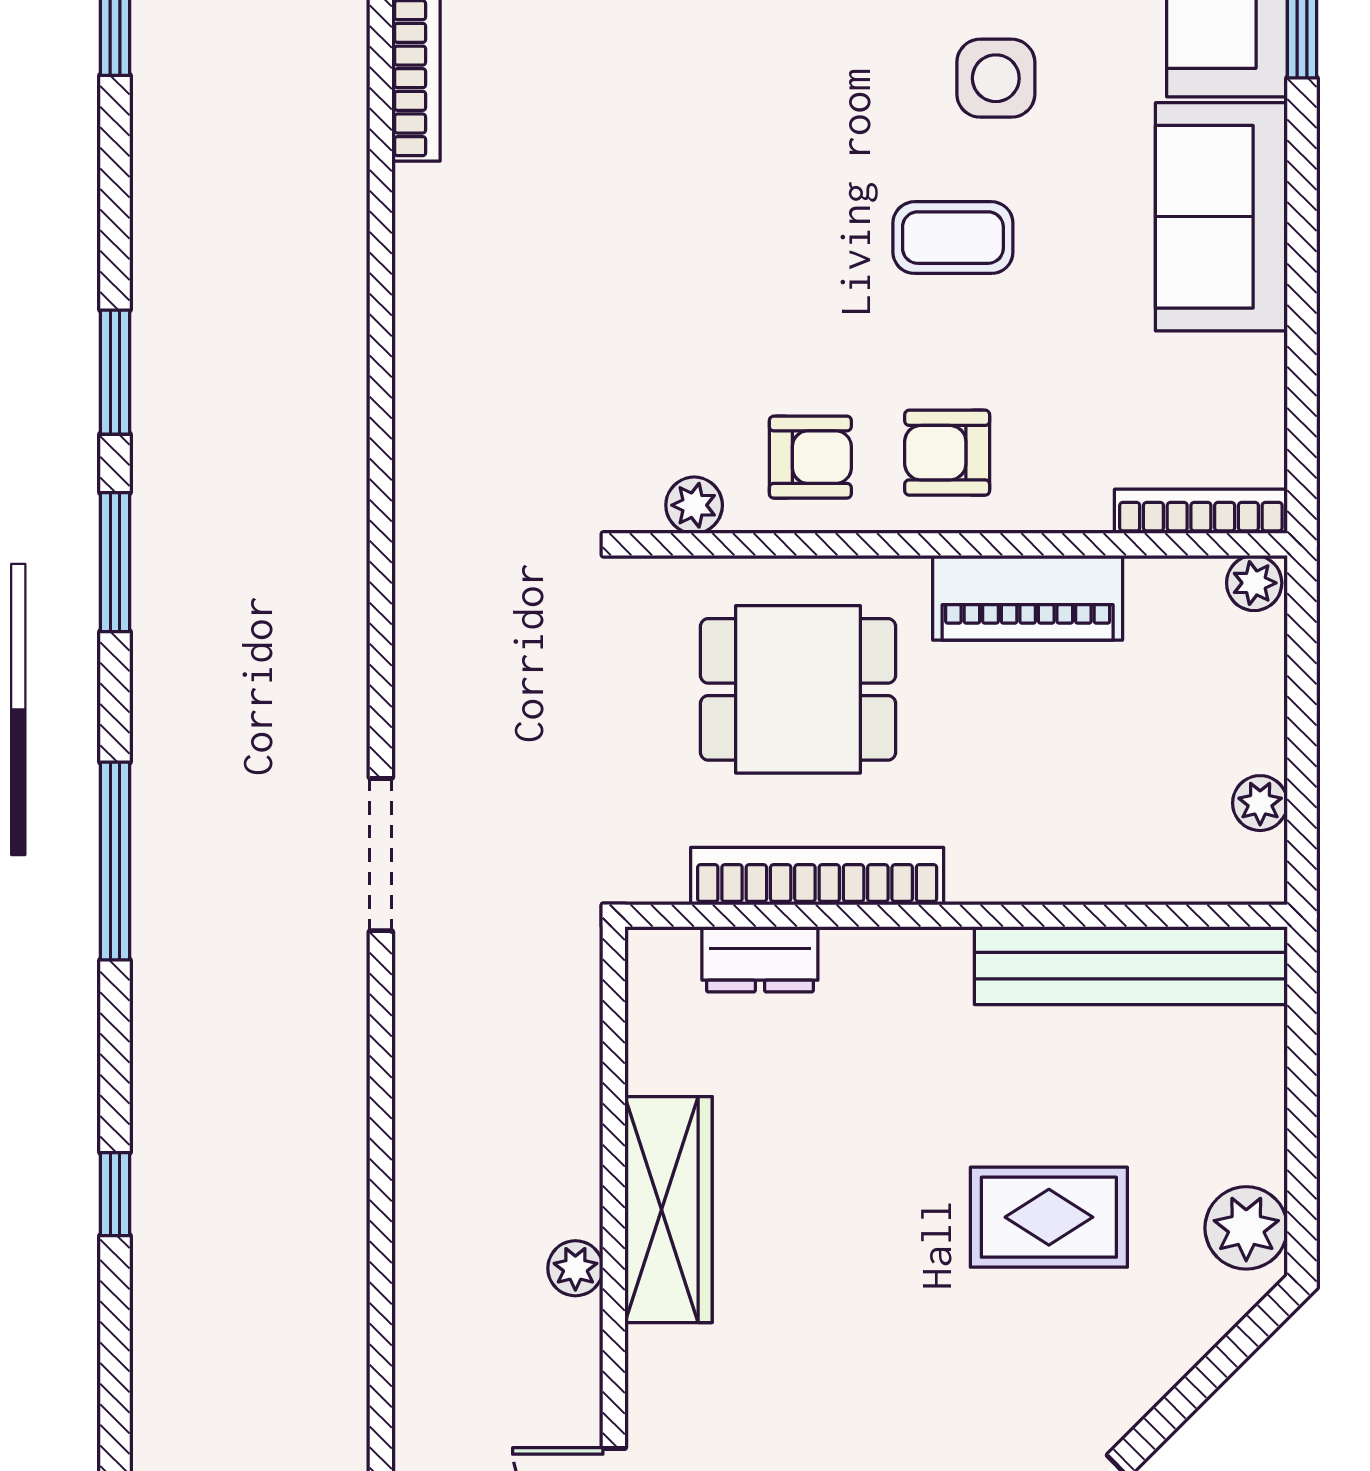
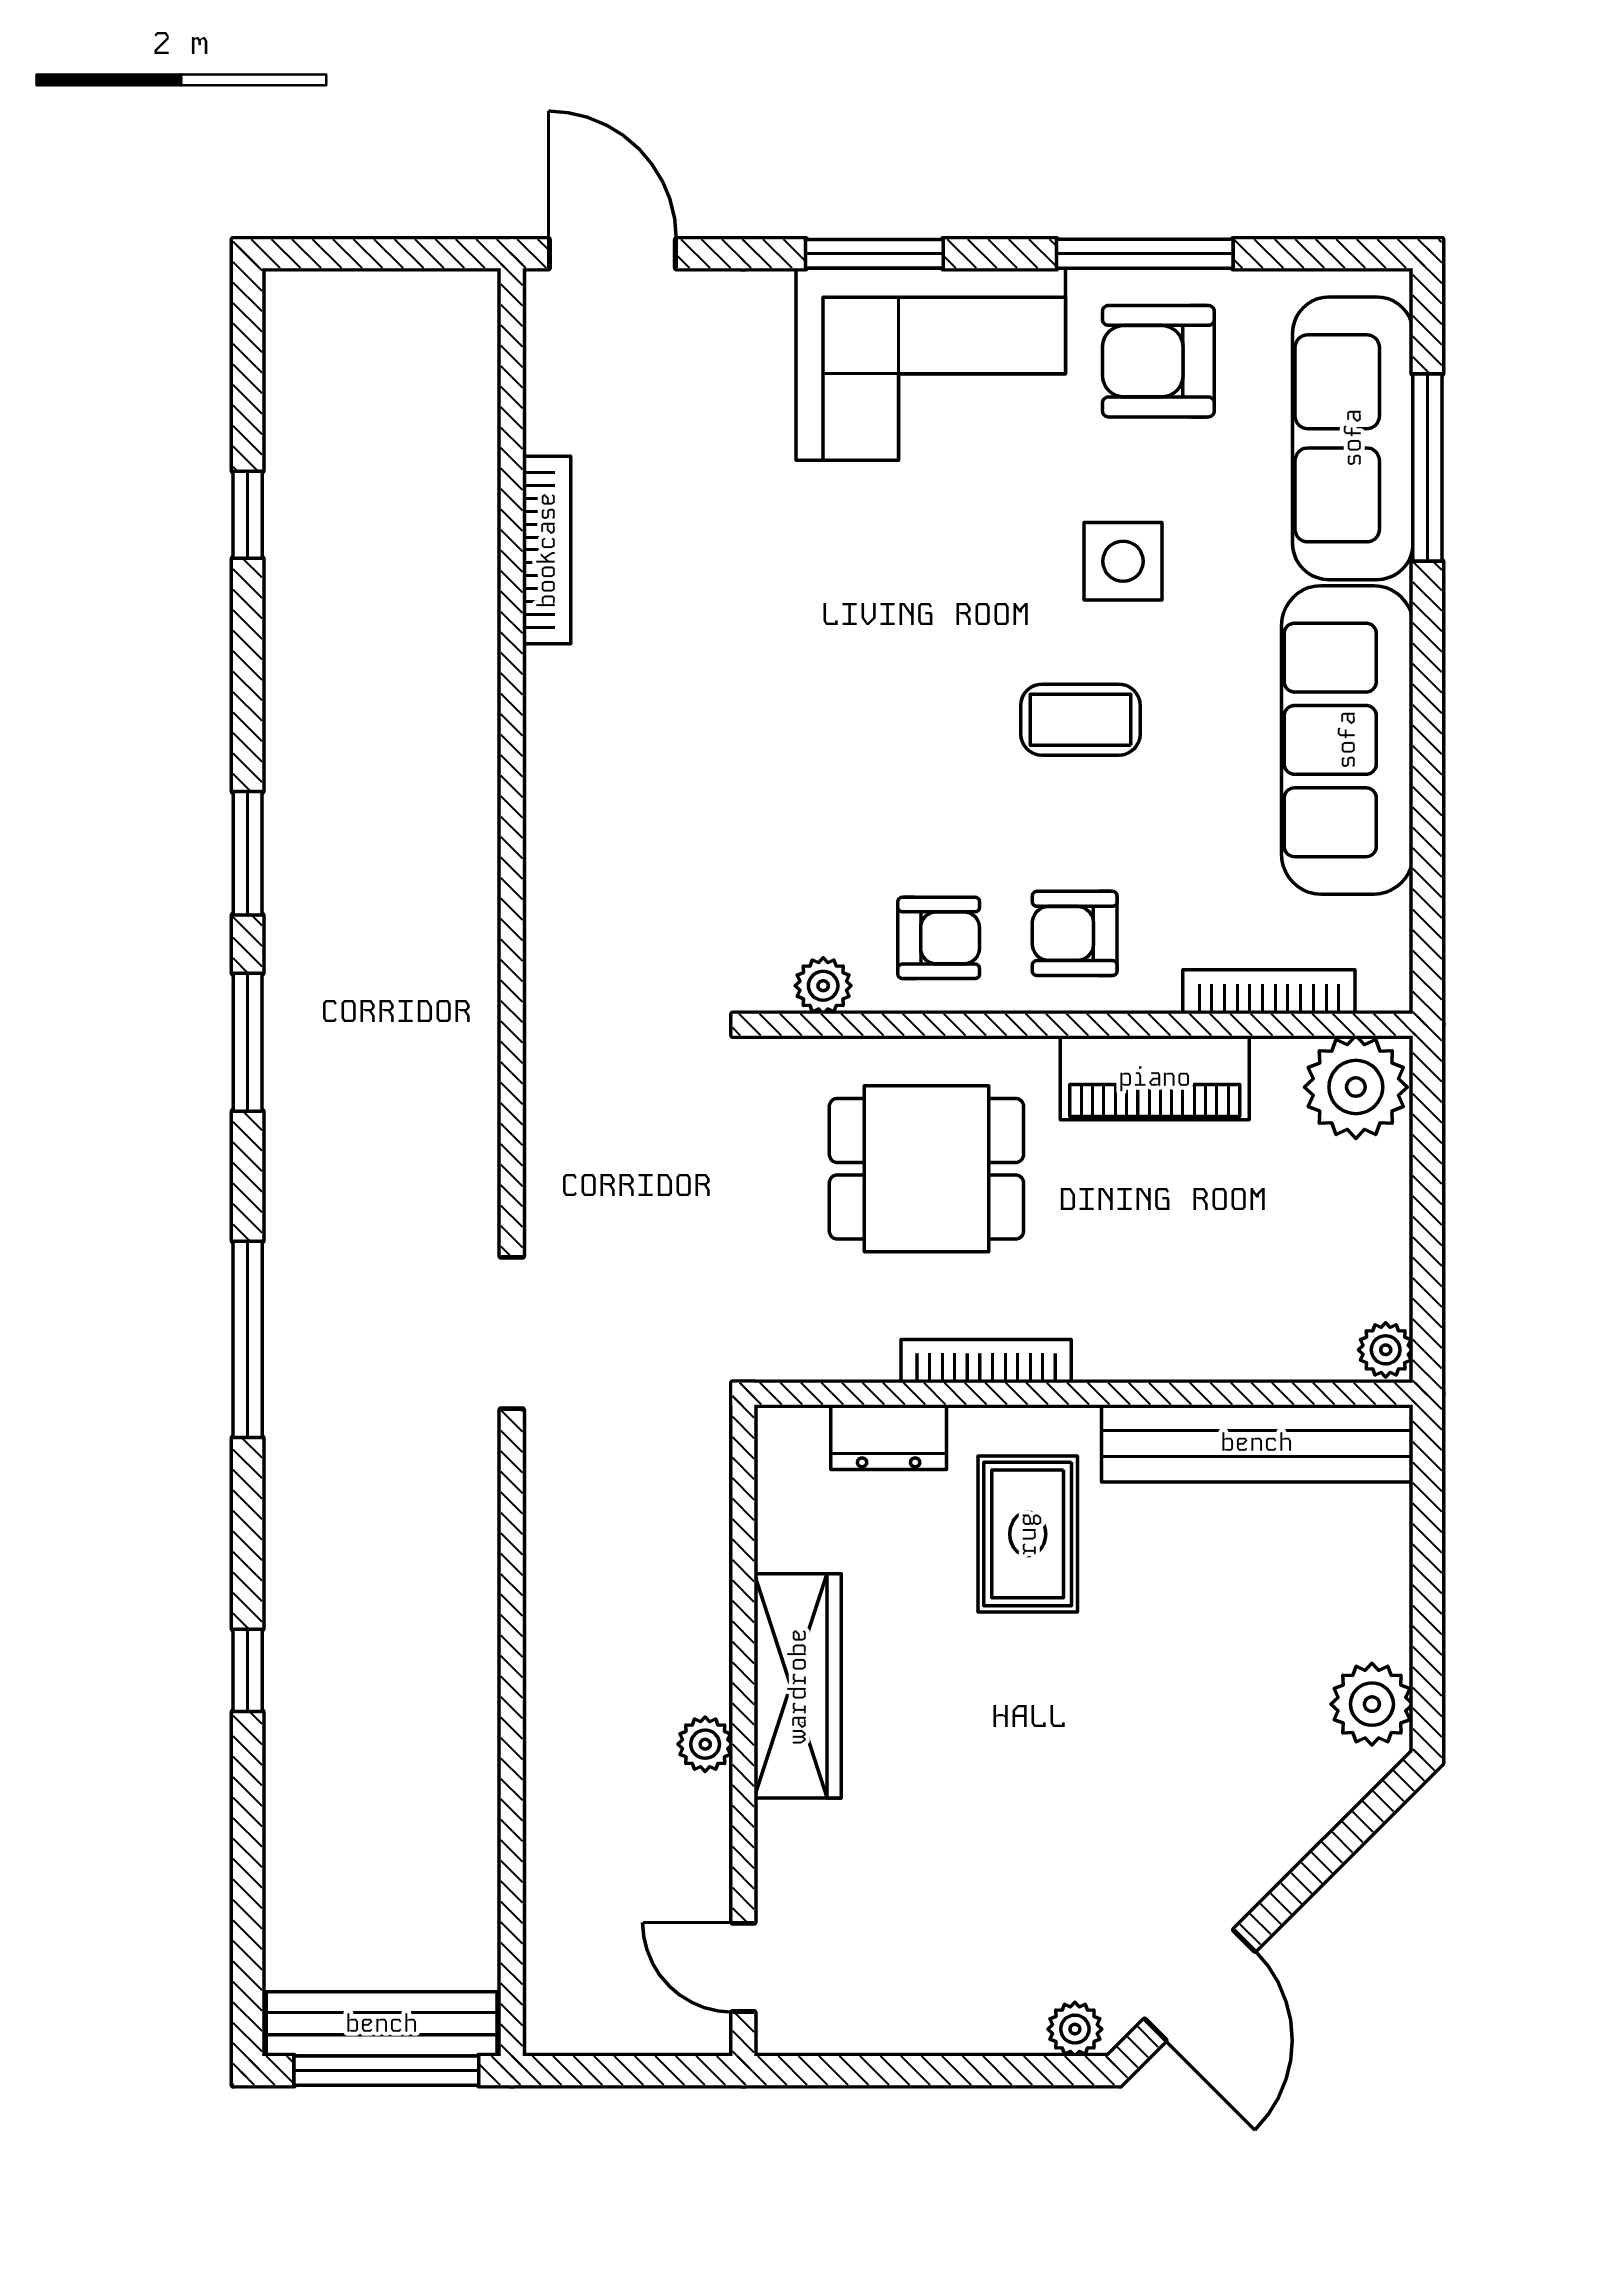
sofa: (1221, 217) -> (1347, 740), width x1.36
bookcase: (1201, 511) -> (1269, 992), moved
plant: (1254, 583) -> (1356, 1087), width x1.87, depth x1.87
plant: (1260, 803) -> (1386, 1350), moved
bookcase: (817, 876) -> (986, 1361), width x0.68, depth x0.76
rug: (1049, 1217) -> (1028, 1534), moved, turned 90

